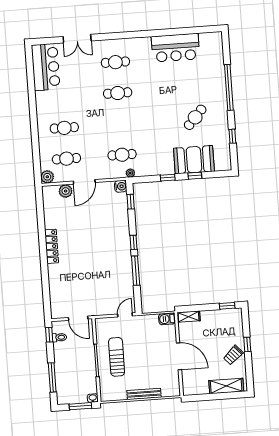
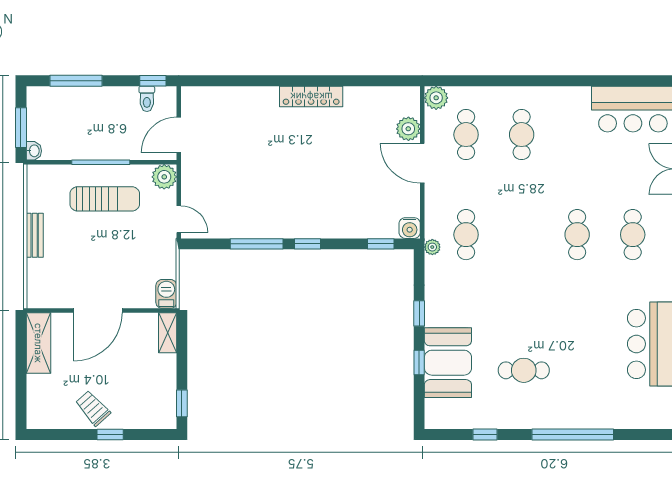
cafe table: (195, 117) -> (524, 370), turned -42
plant: (102, 325) -> (164, 177), added
shelving: (226, 386) -> (38, 343), moved
bench: (144, 394) -> (35, 235), width x0.73

